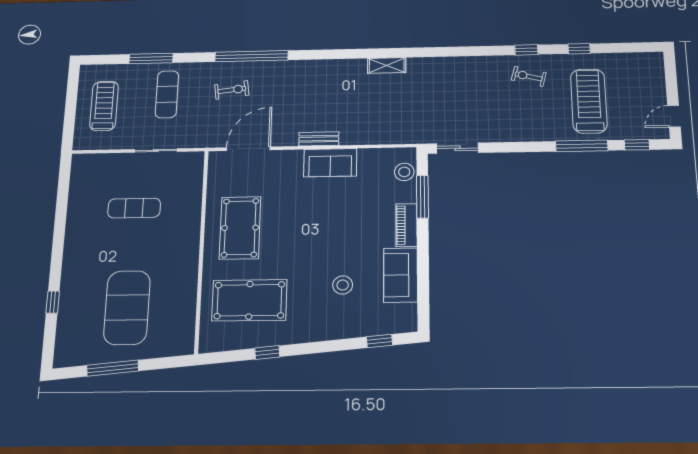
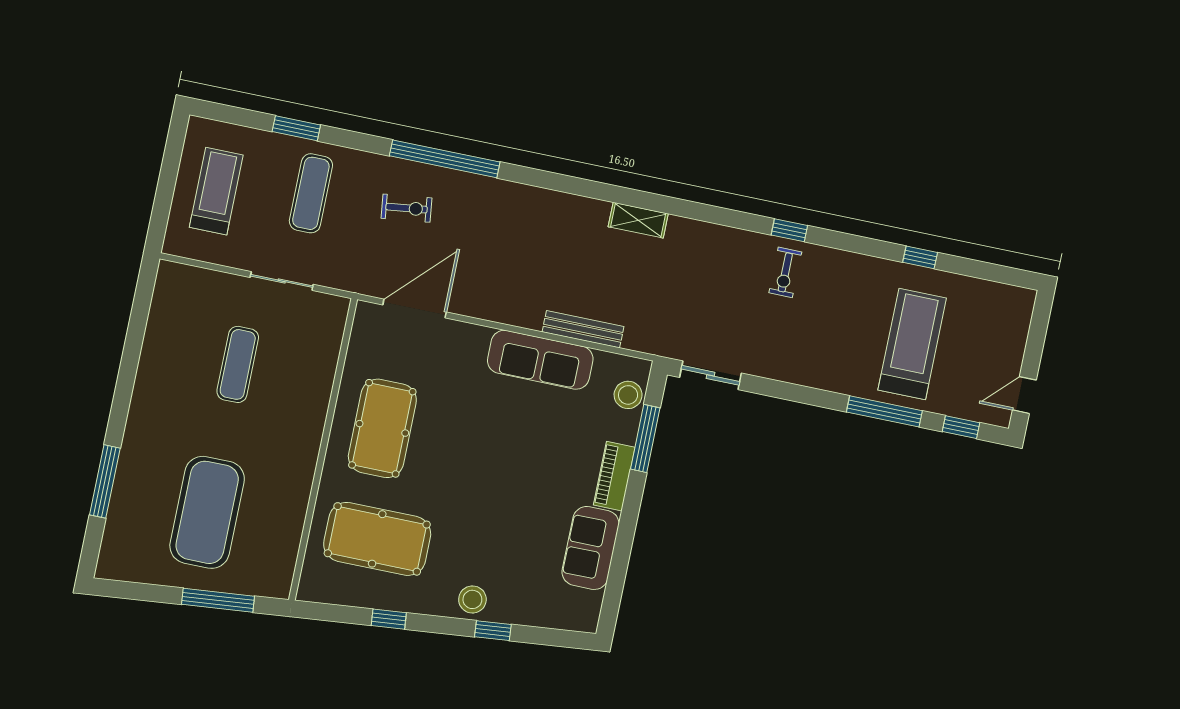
window: (526, 50) -> (789, 230), moved
window: (151, 58) -> (296, 128), width x0.69
exercise bike: (529, 76) -> (785, 272), moved, turned -105
bench: (319, 139) -> (583, 329), moved, width x1.36
sofa: (330, 163) -> (540, 360), width x1.36
exercise mat: (134, 208) -> (238, 364), turned 90
stool: (343, 285) -> (472, 599), moved
window: (53, 302) -> (105, 481), width x2.17
window: (379, 341) -> (493, 631), moved
window: (113, 368) -> (218, 600), moved

